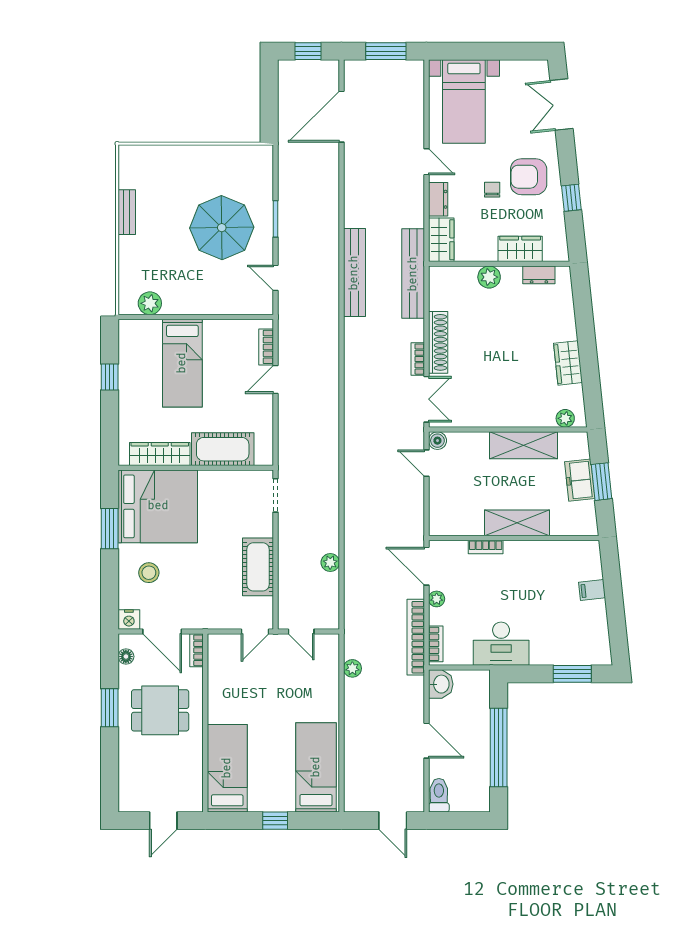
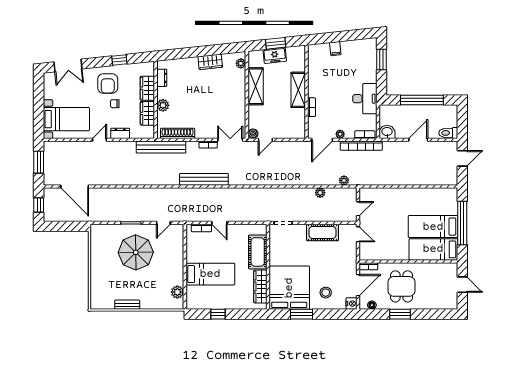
wardrobe: (441, 240) -> (147, 113), moved, turned -90
bench: (354, 273) -> (204, 179), moved
shoe rack: (438, 342) -> (178, 133), moved
plant: (352, 668) -> (344, 180), moved
bed: (316, 767) -> (433, 227), moved
window: (275, 821) -> (462, 223), width x3.17

